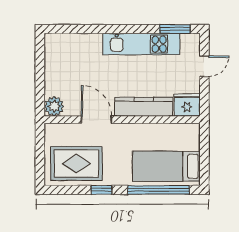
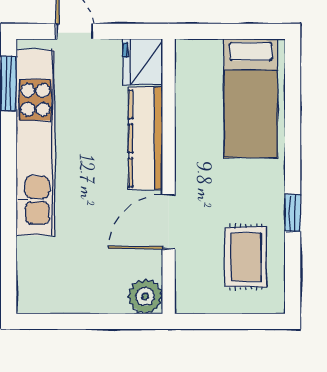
kitchen unit: (141, 44) -> (35, 143), width x1.36
rug: (76, 163) -> (246, 257), width x0.73, depth x0.70
window: (159, 190) -> (293, 112), removed

